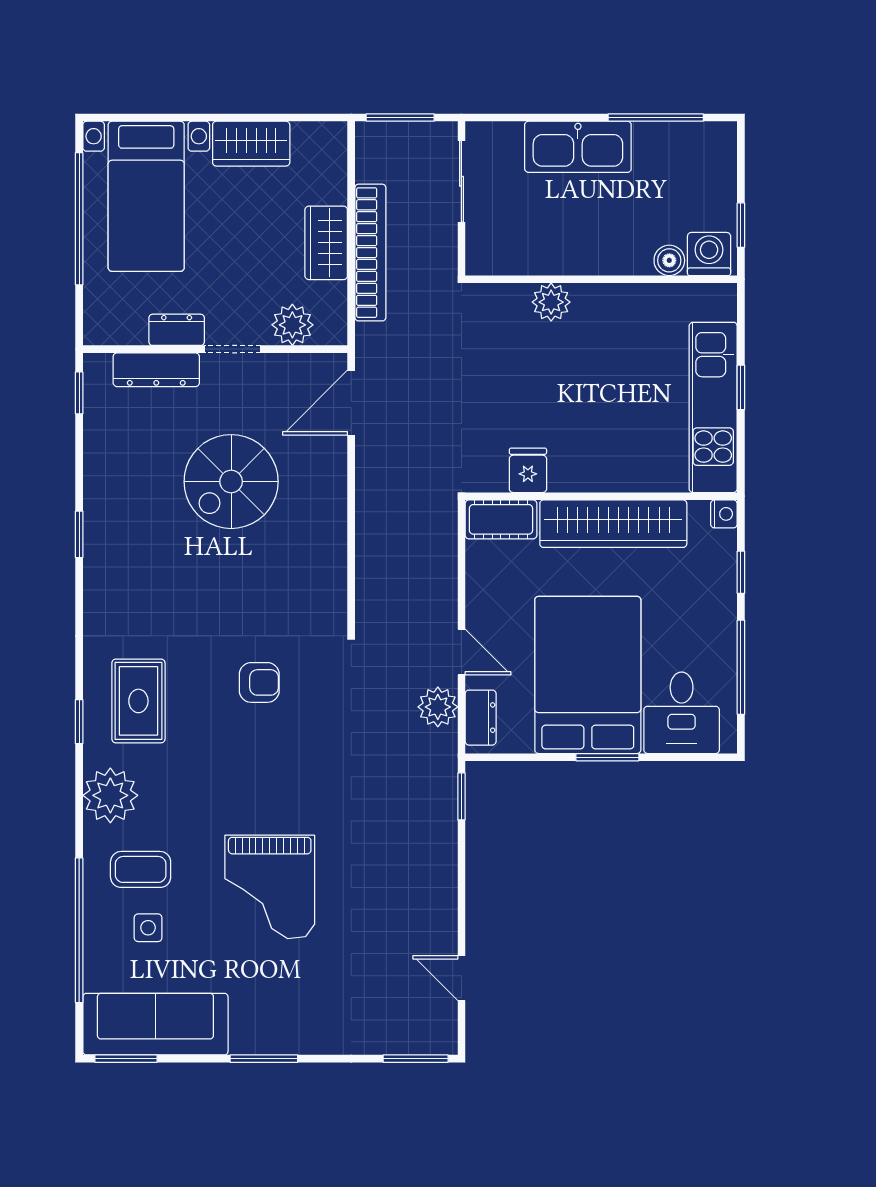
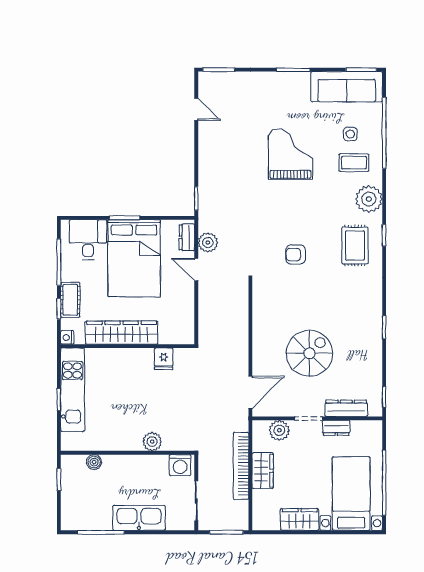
washing machine: (709, 254) -> (180, 465), moved
cot: (501, 519) -> (70, 300), moved, turned 90

